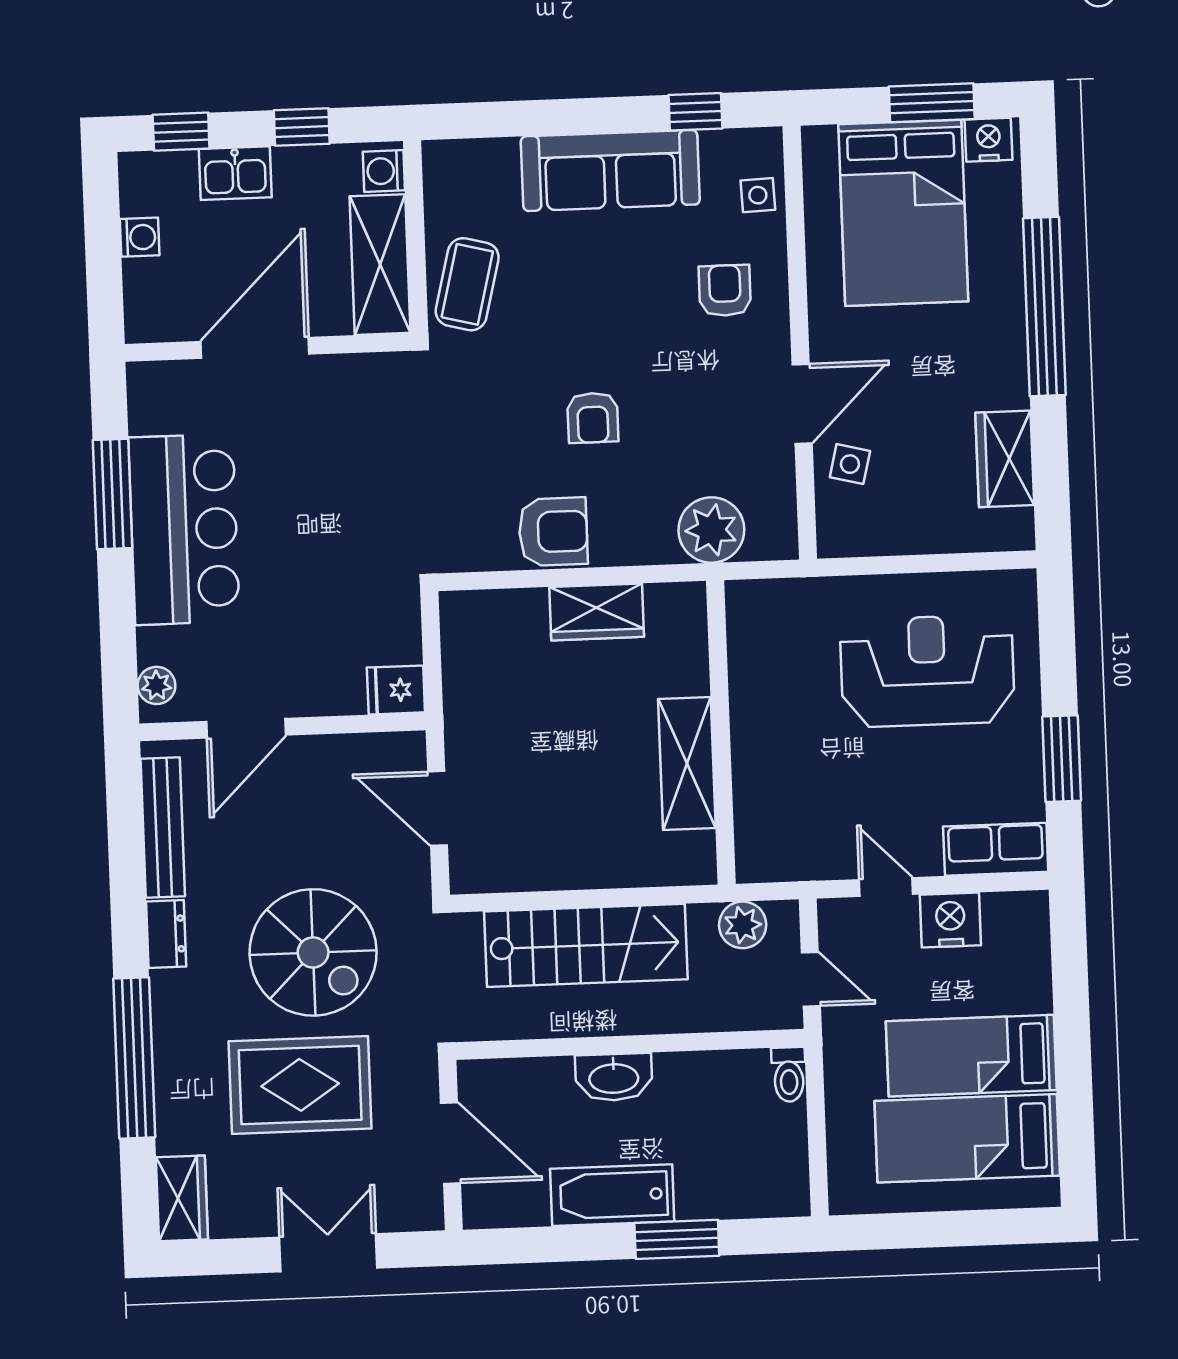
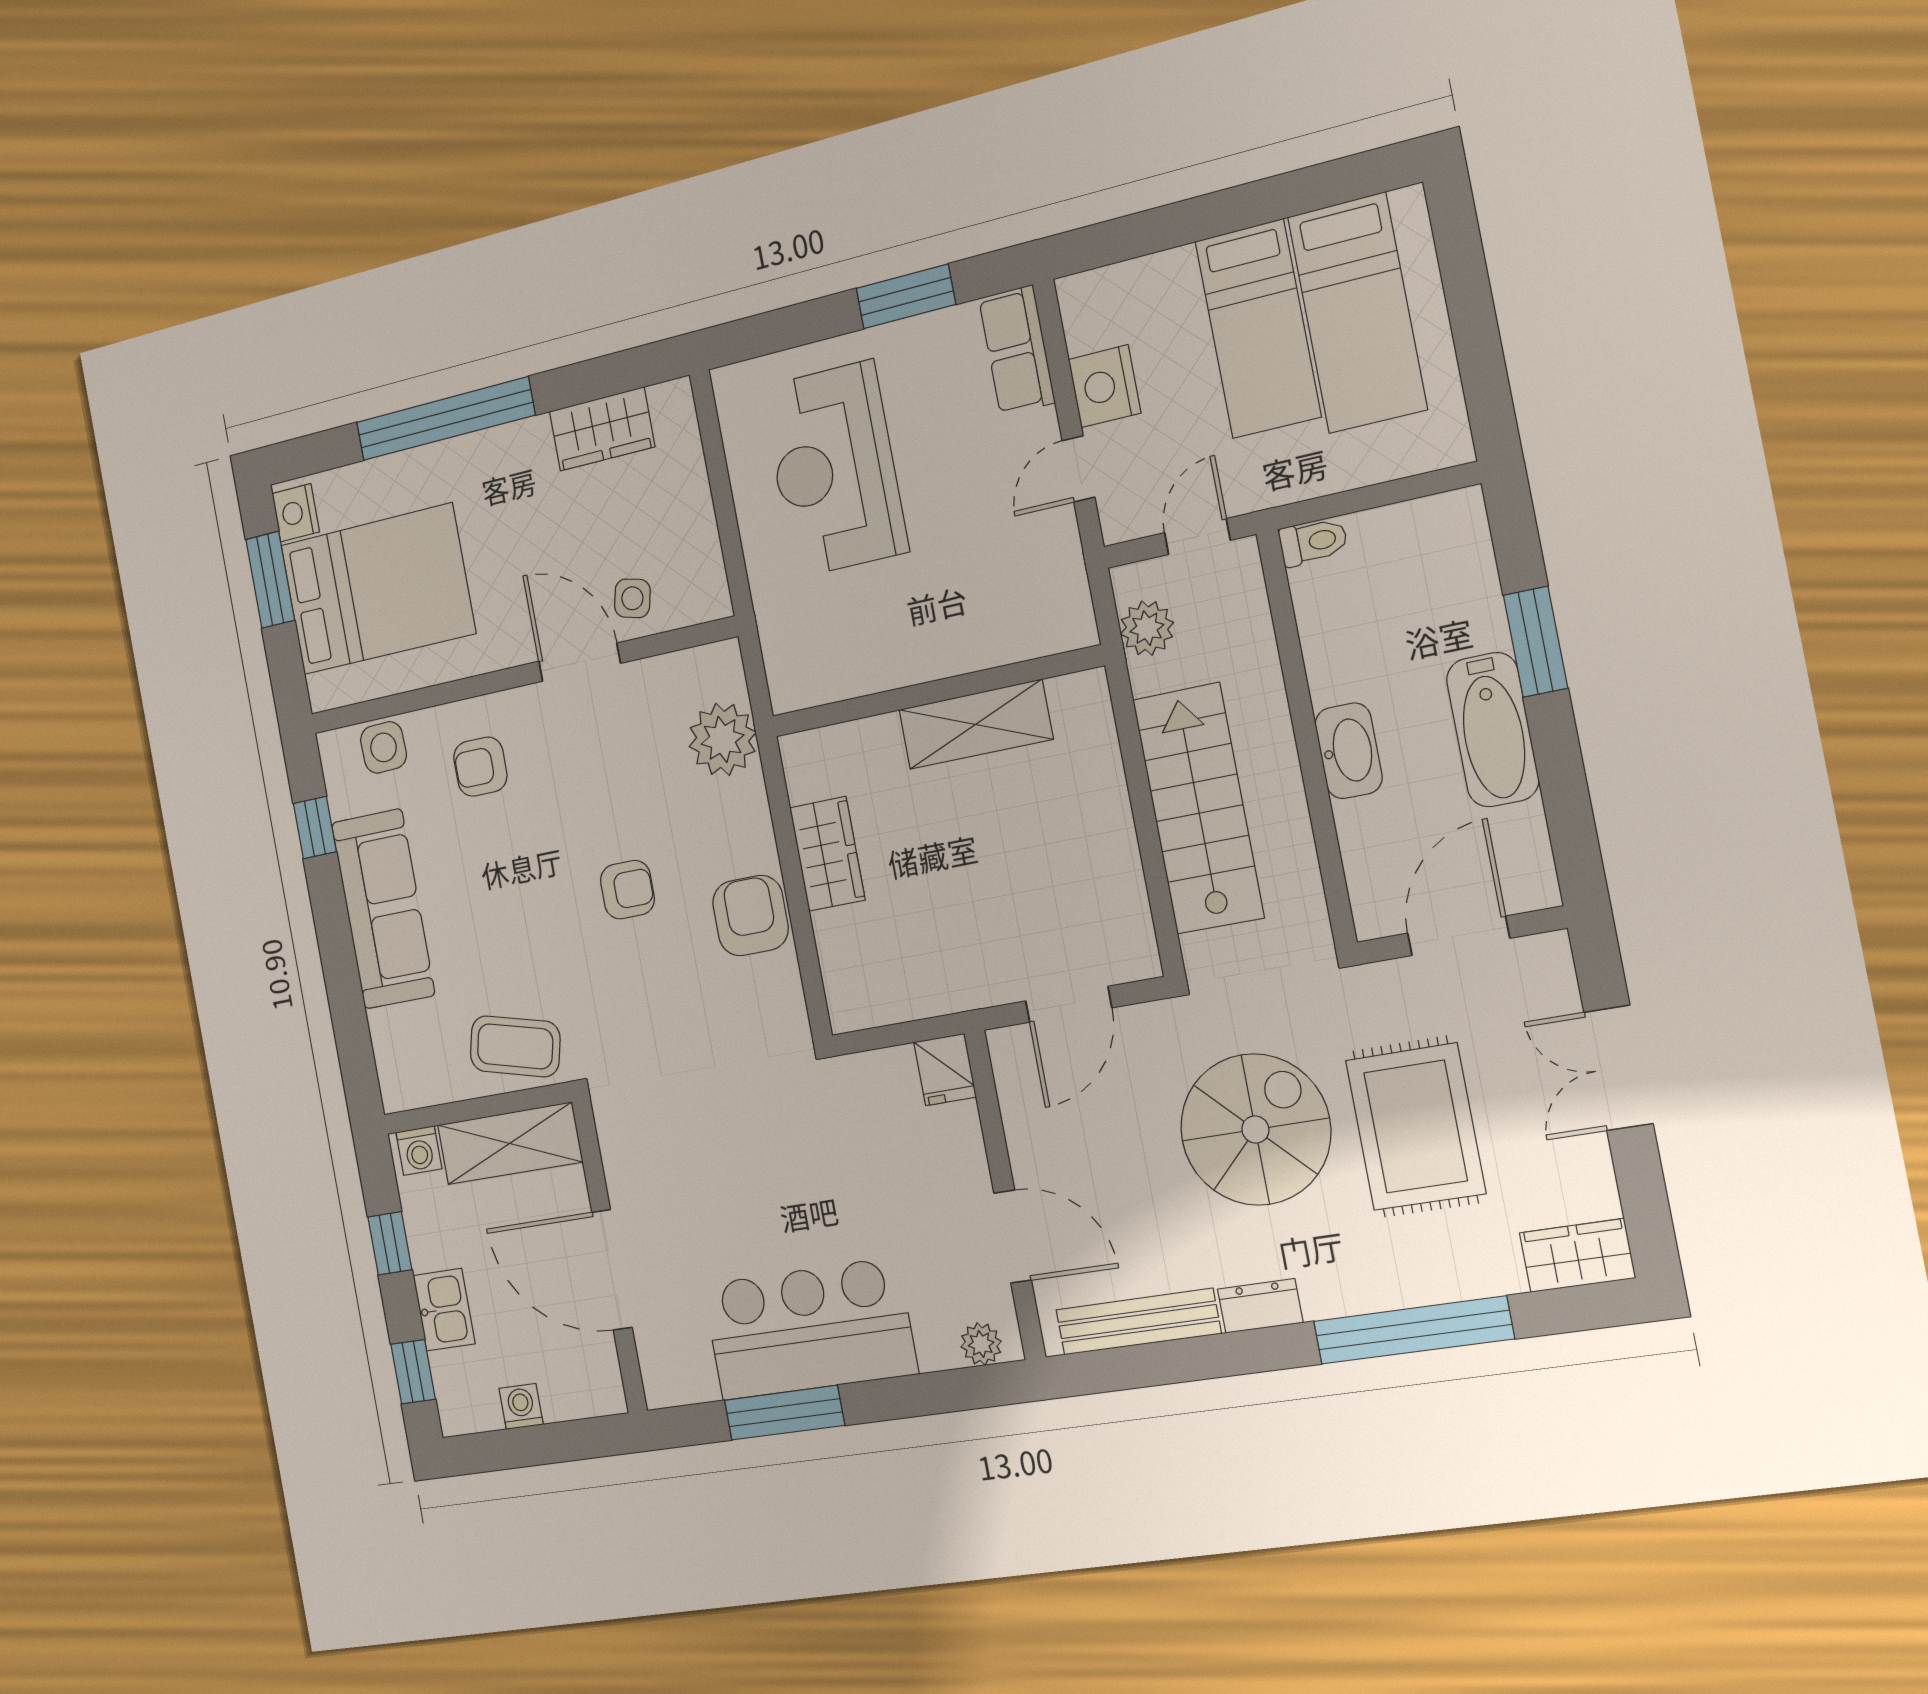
side table: (758, 195) -> (384, 747), width x1.37, depth x1.37

